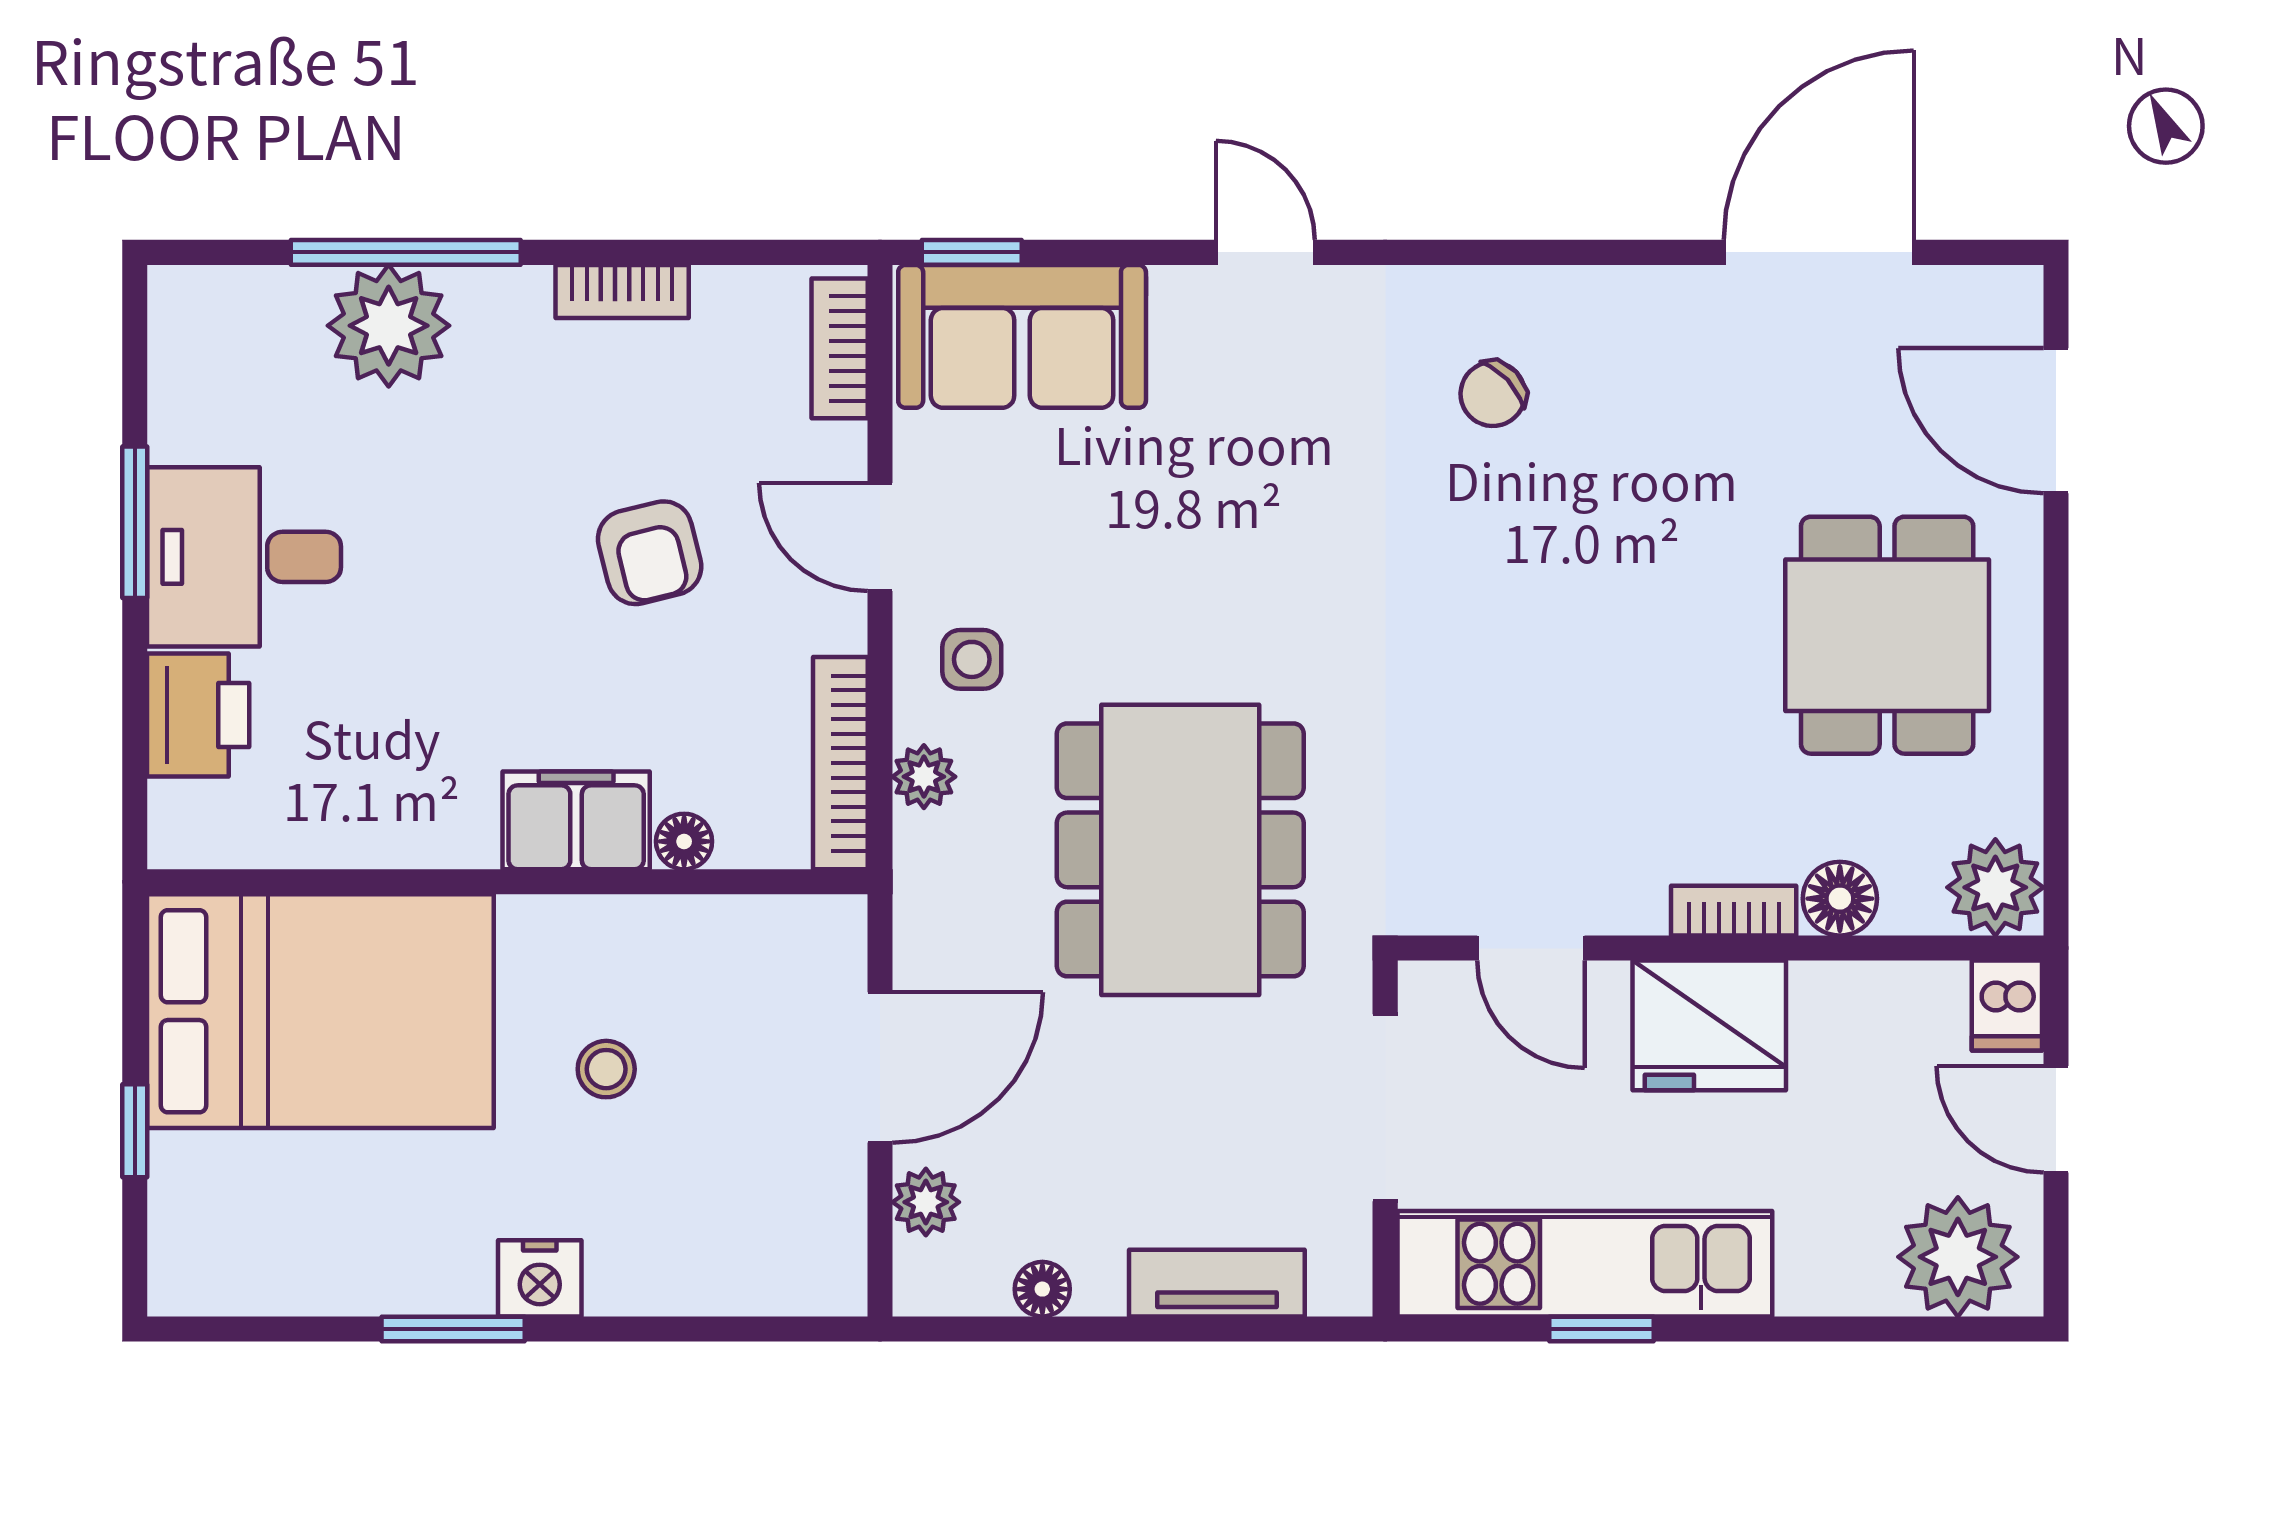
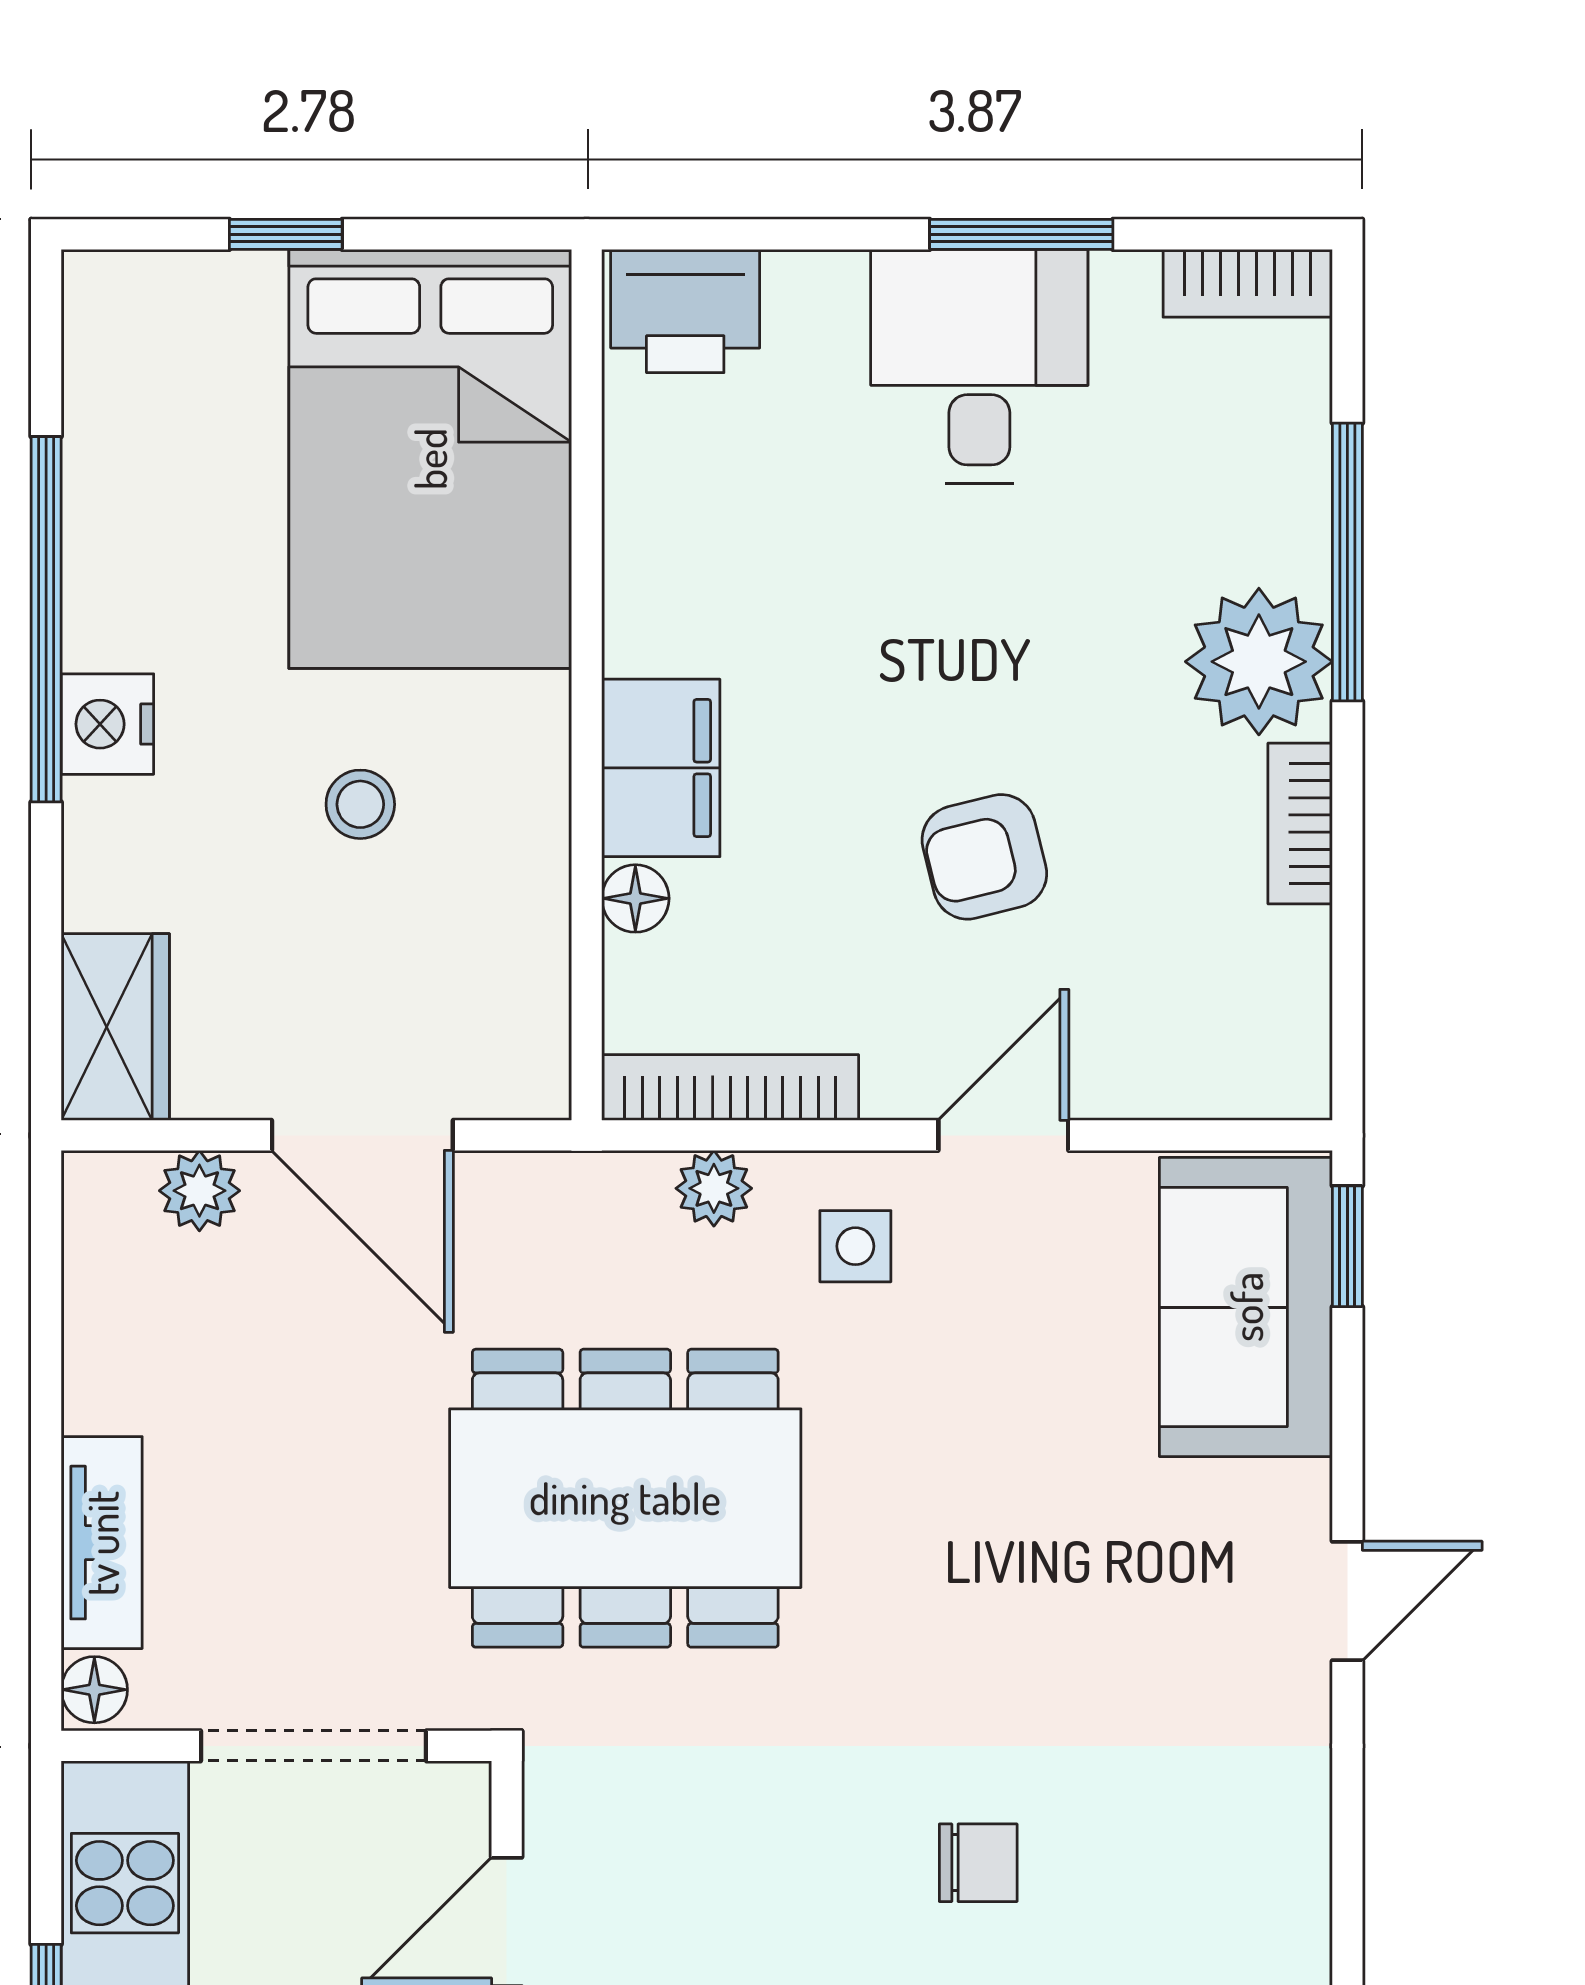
plant: (389, 326) -> (1259, 662), moved
bookcase: (840, 348) -> (1248, 283), moved, turned 180
chair: (1493, 394) -> (978, 1863), moved, turned 133
printer: (198, 715) -> (685, 311), moved
wardrobe: (790, 1272) -> (115, 1027), added
floor lamp: (1042, 1289) -> (94, 1690), moved
window: (453, 1329) -> (46, 619), width x2.11

